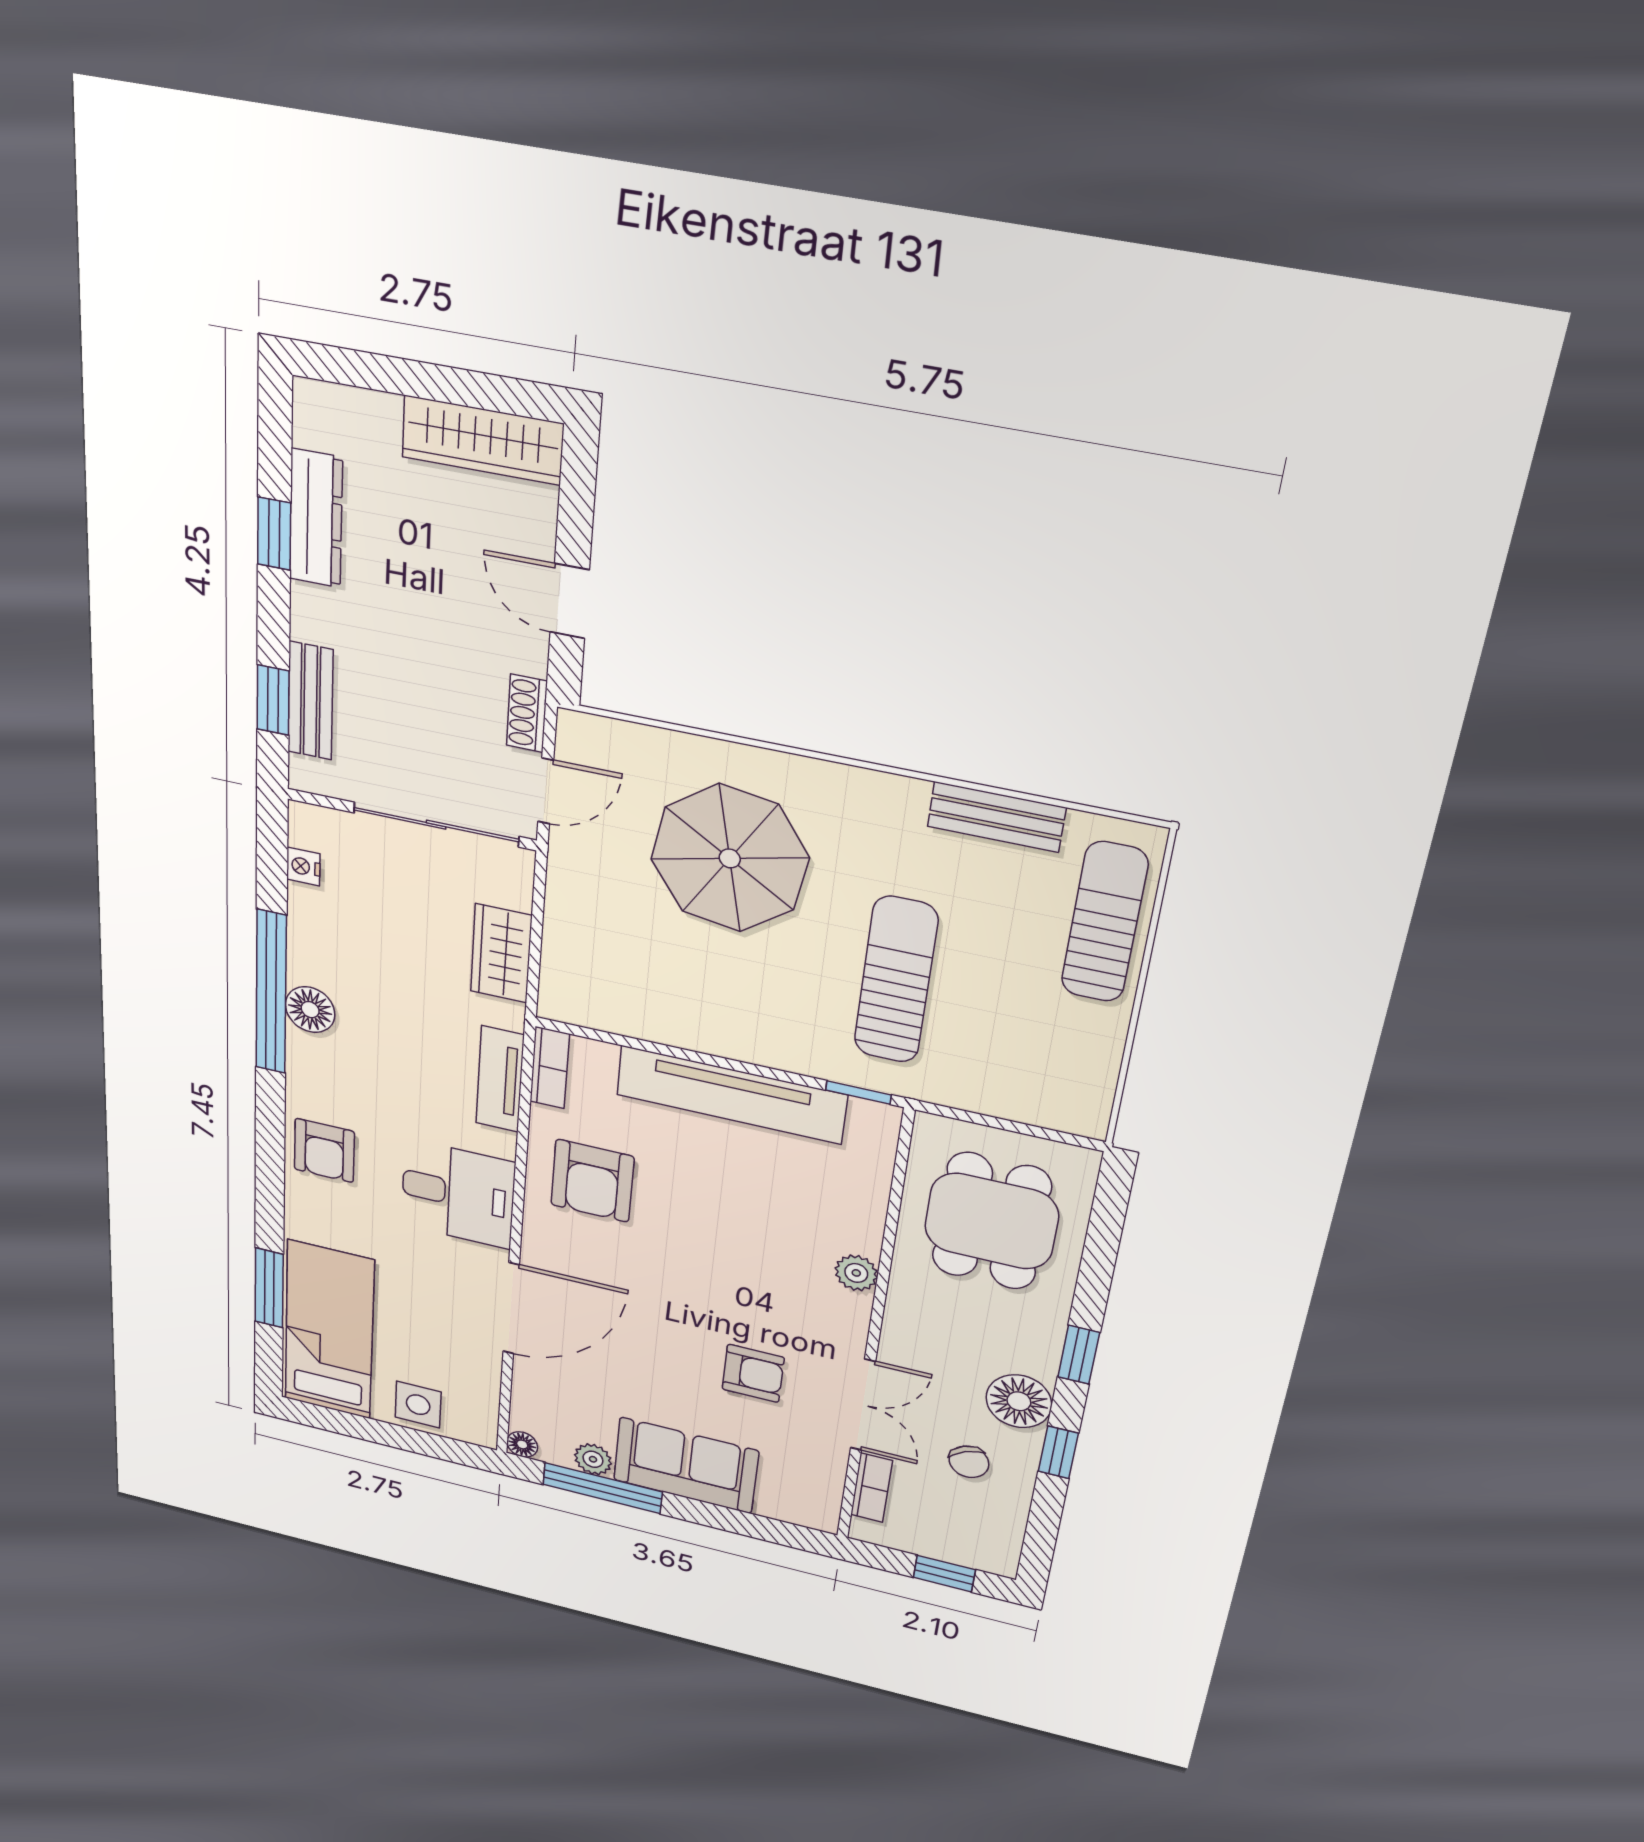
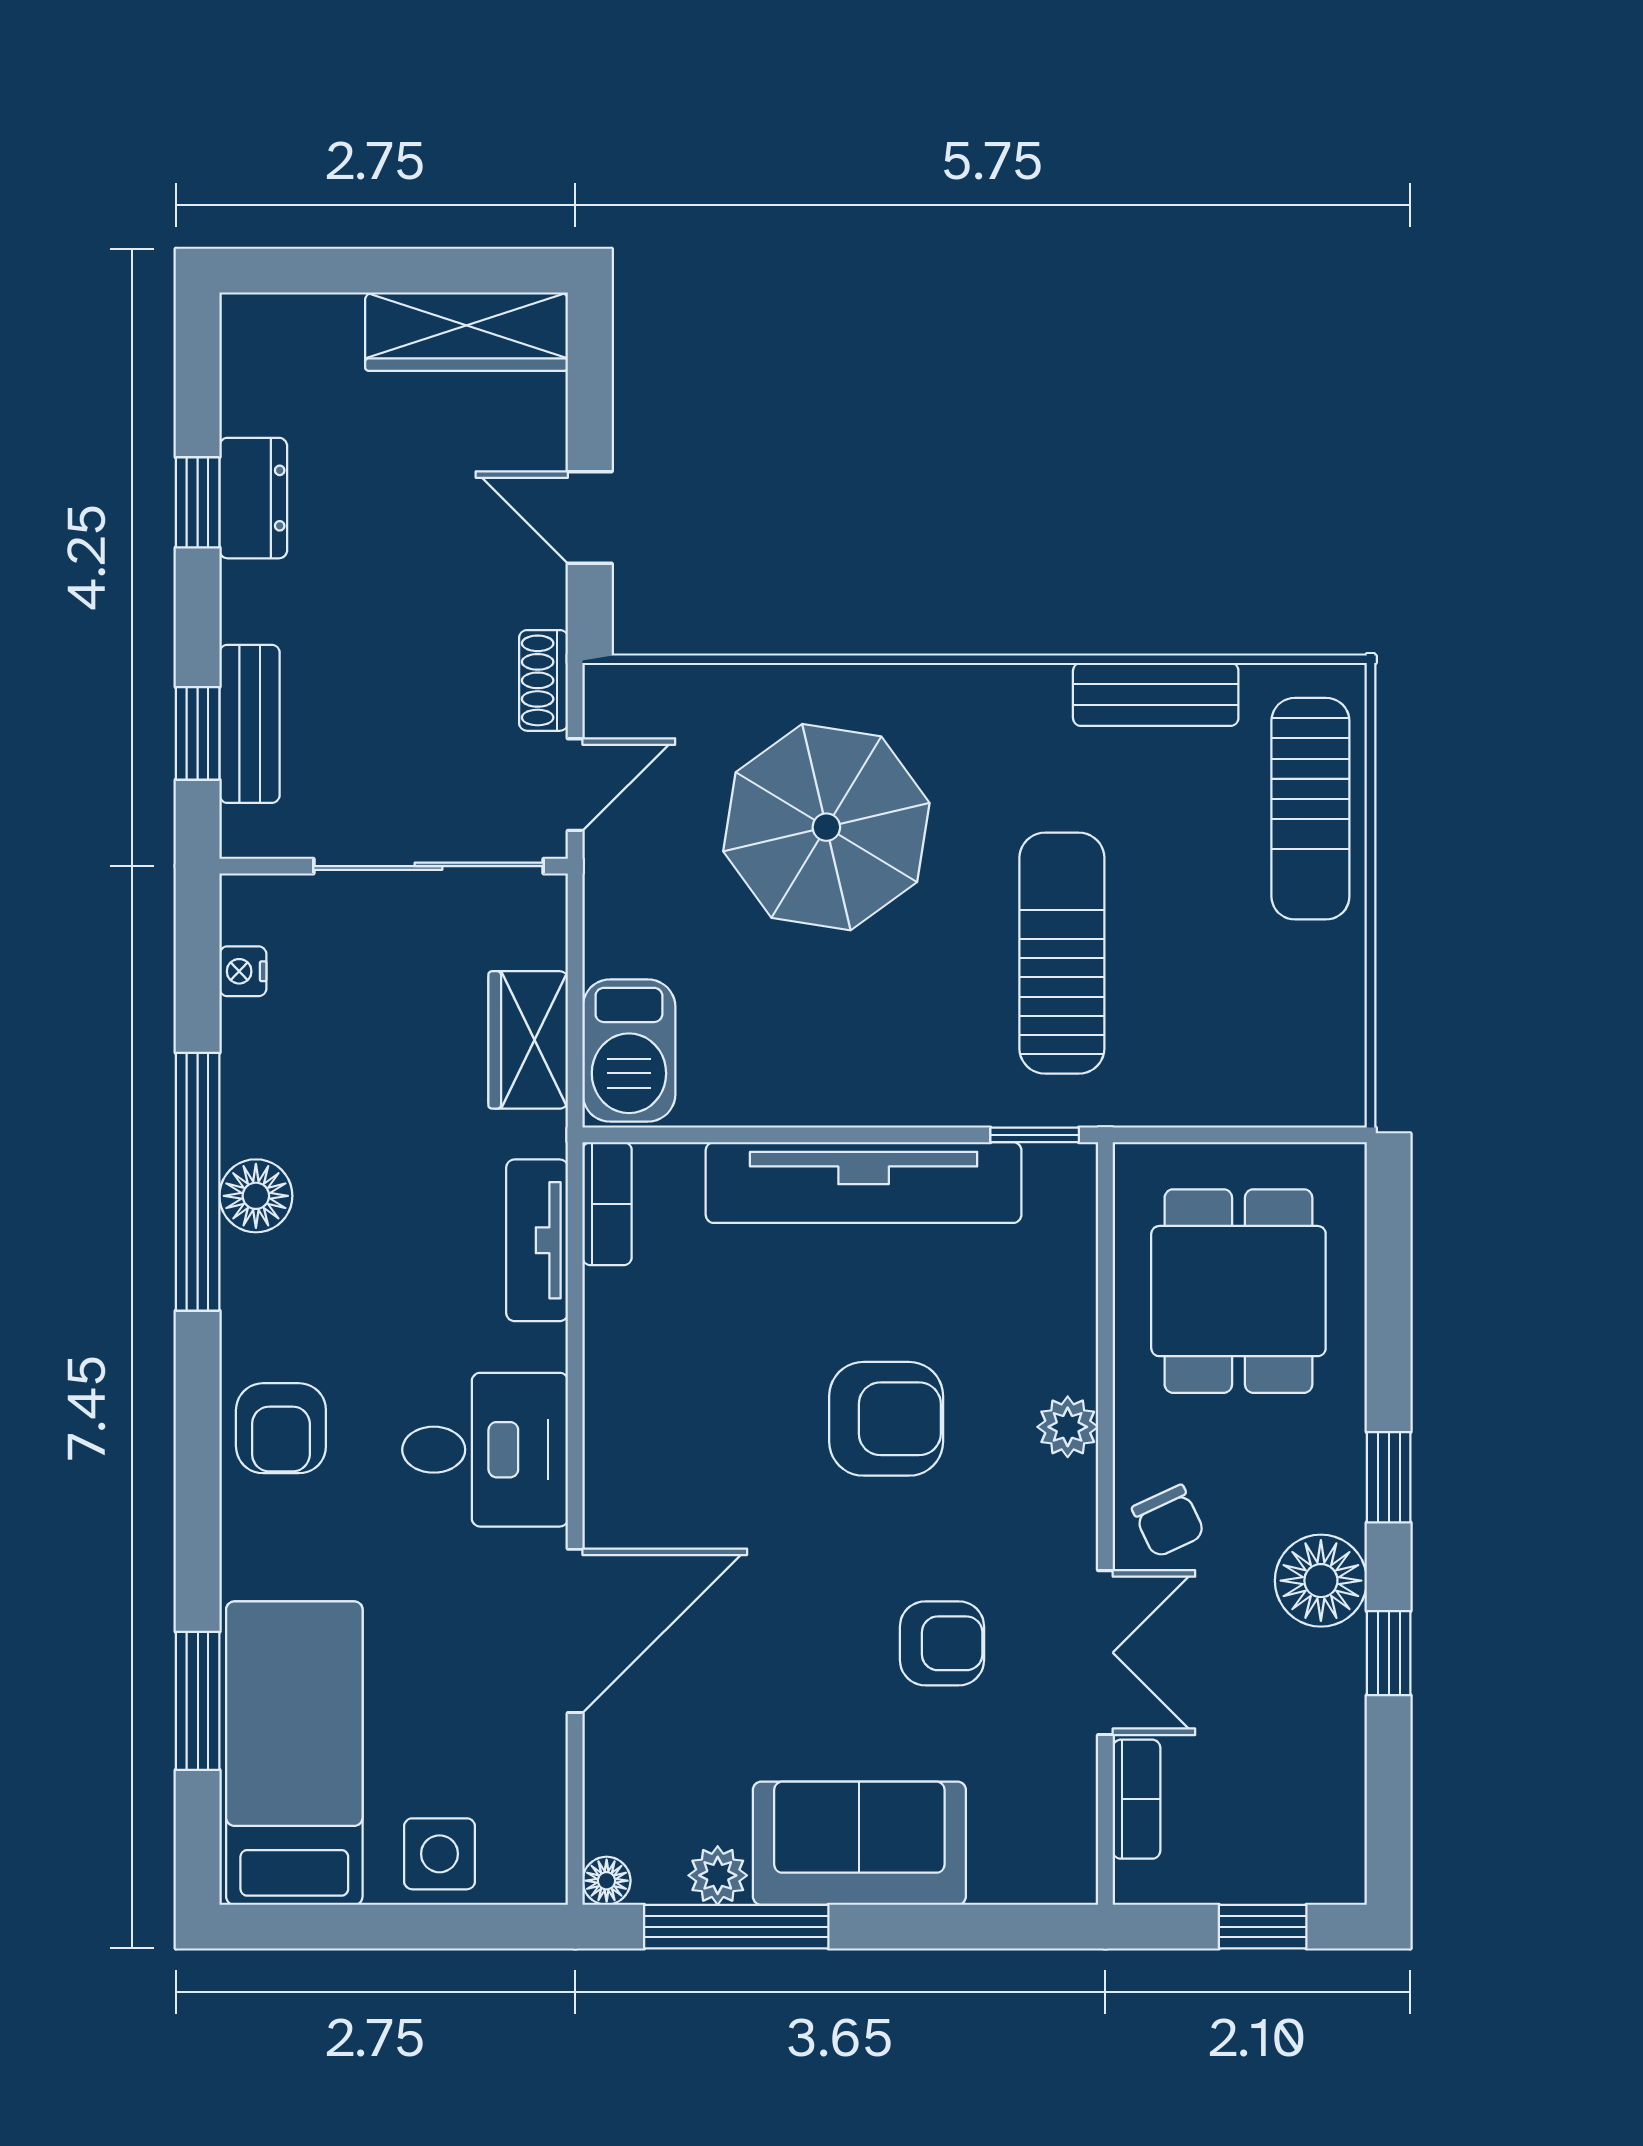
dresser: (316, 518) -> (253, 498), width x0.70
sun lounger: (1104, 922) -> (1310, 809), turned 180
barbecue: (572, 976) -> (629, 1050), added
armchair: (592, 1181) -> (886, 1419), moved, turned -90
chair: (969, 1462) -> (1168, 1521), moved

